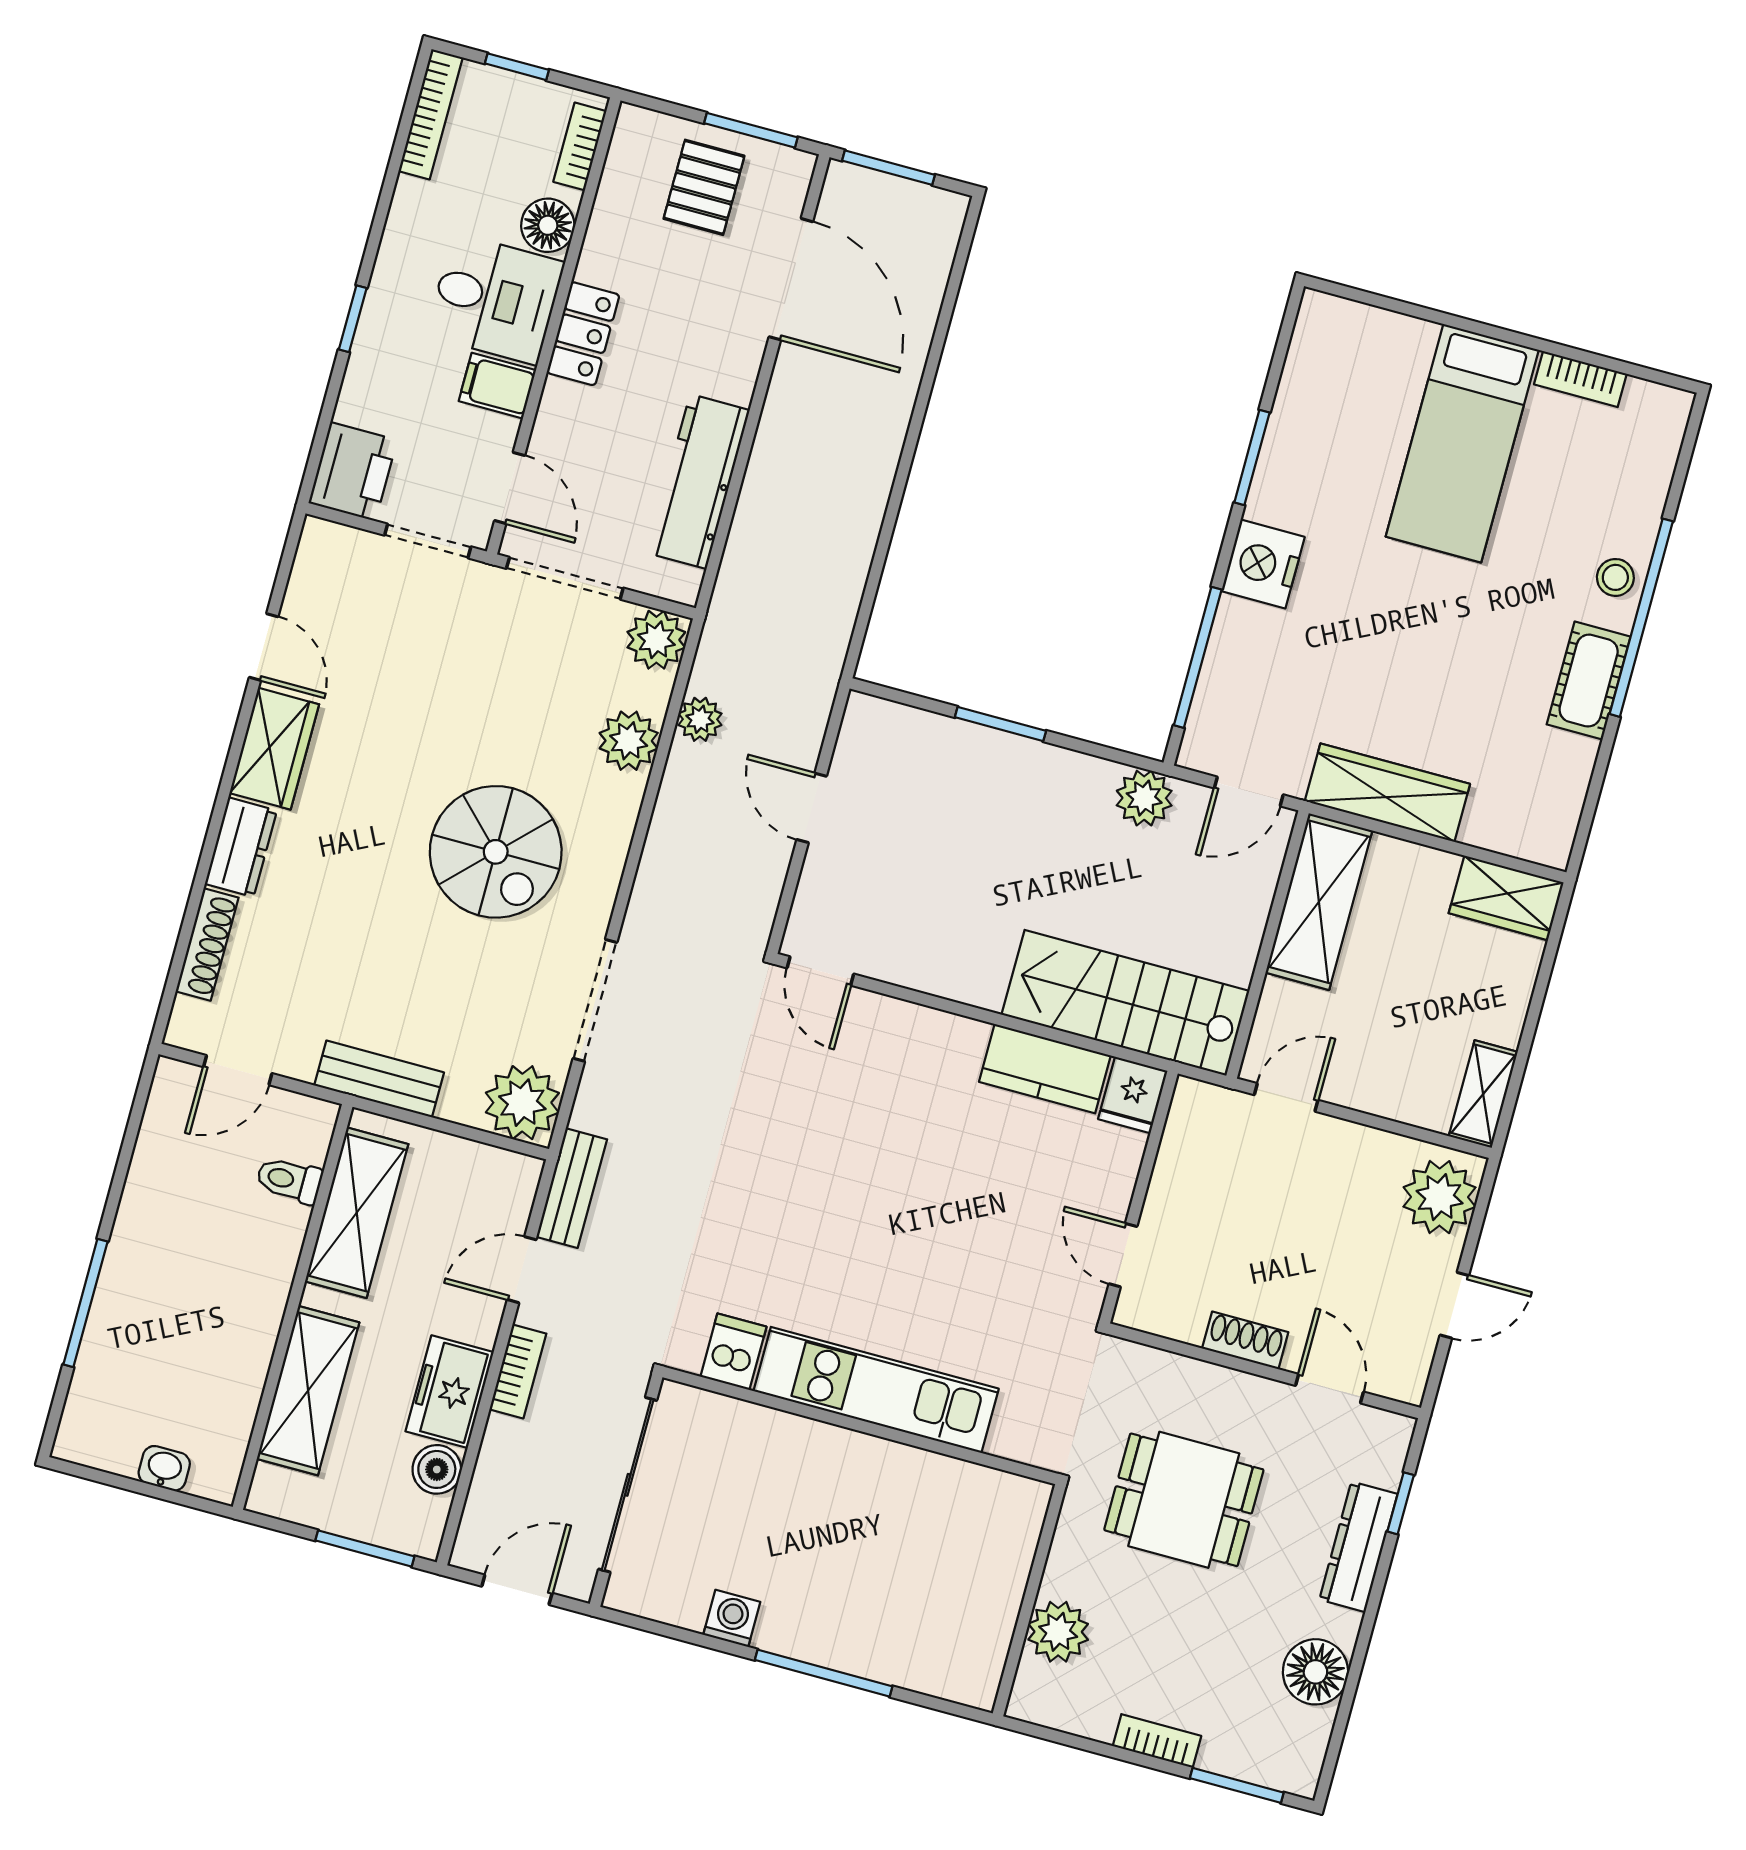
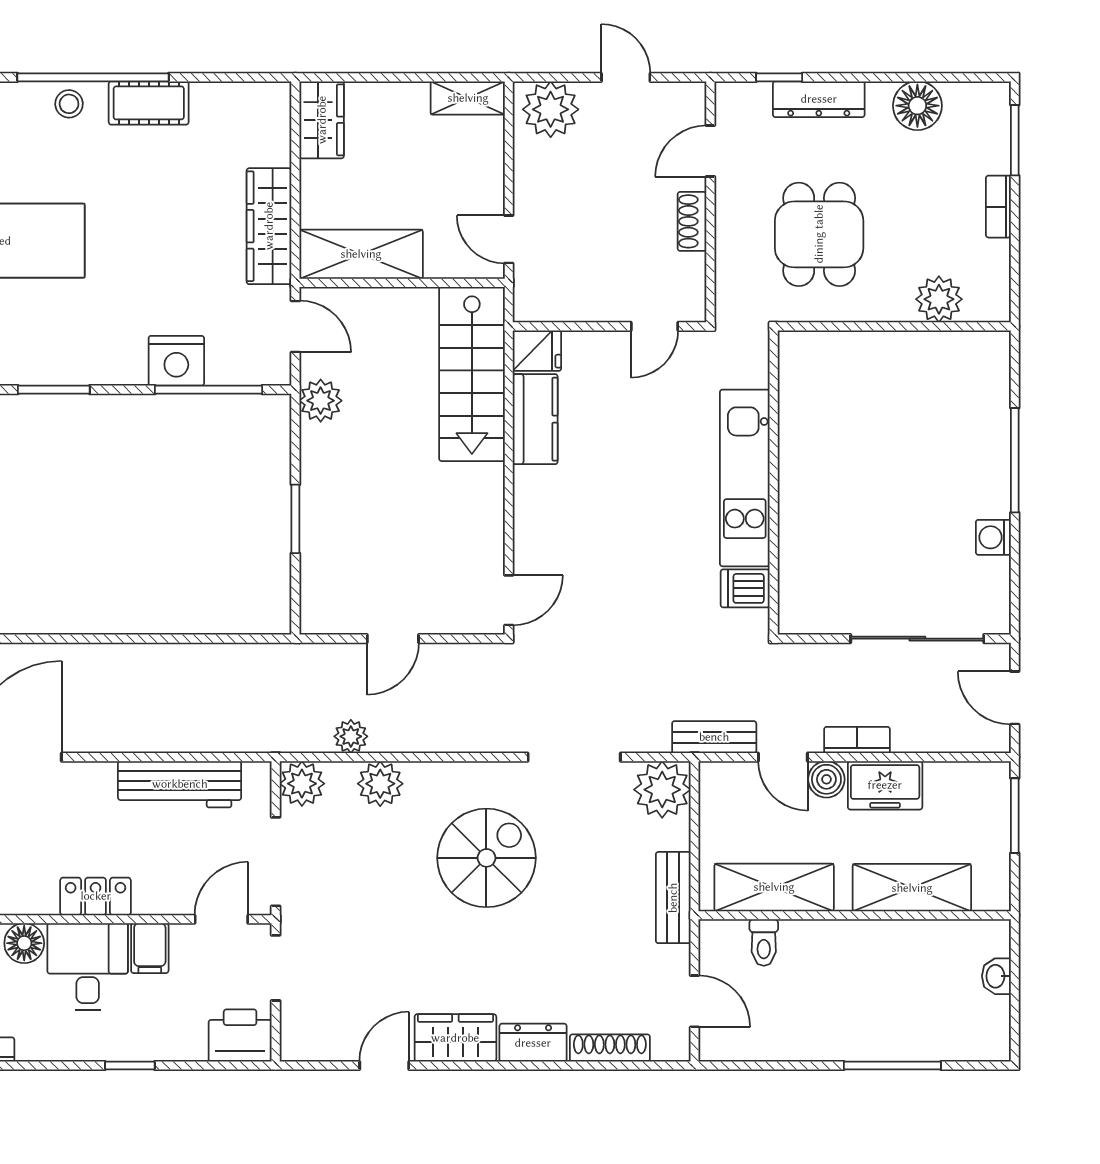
nightstand: (1263, 564) -> (176, 361), moved
dishwasher: (733, 1352) -> (745, 588), moved
kitchen unit: (876, 1390) -> (745, 478), moved
wall: (860, 1426) -> (774, 482), moved
boiler: (437, 1469) -> (826, 779), moved

